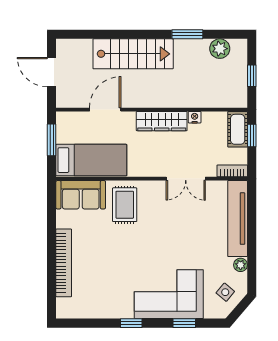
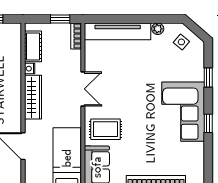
cot: (238, 129) -> (33, 46), moved, turned 90
window: (252, 136) -> (60, 19), moved
double door: (186, 179) -> (83, 89), moved
corner sofa: (169, 294) -> (183, 112), moved

